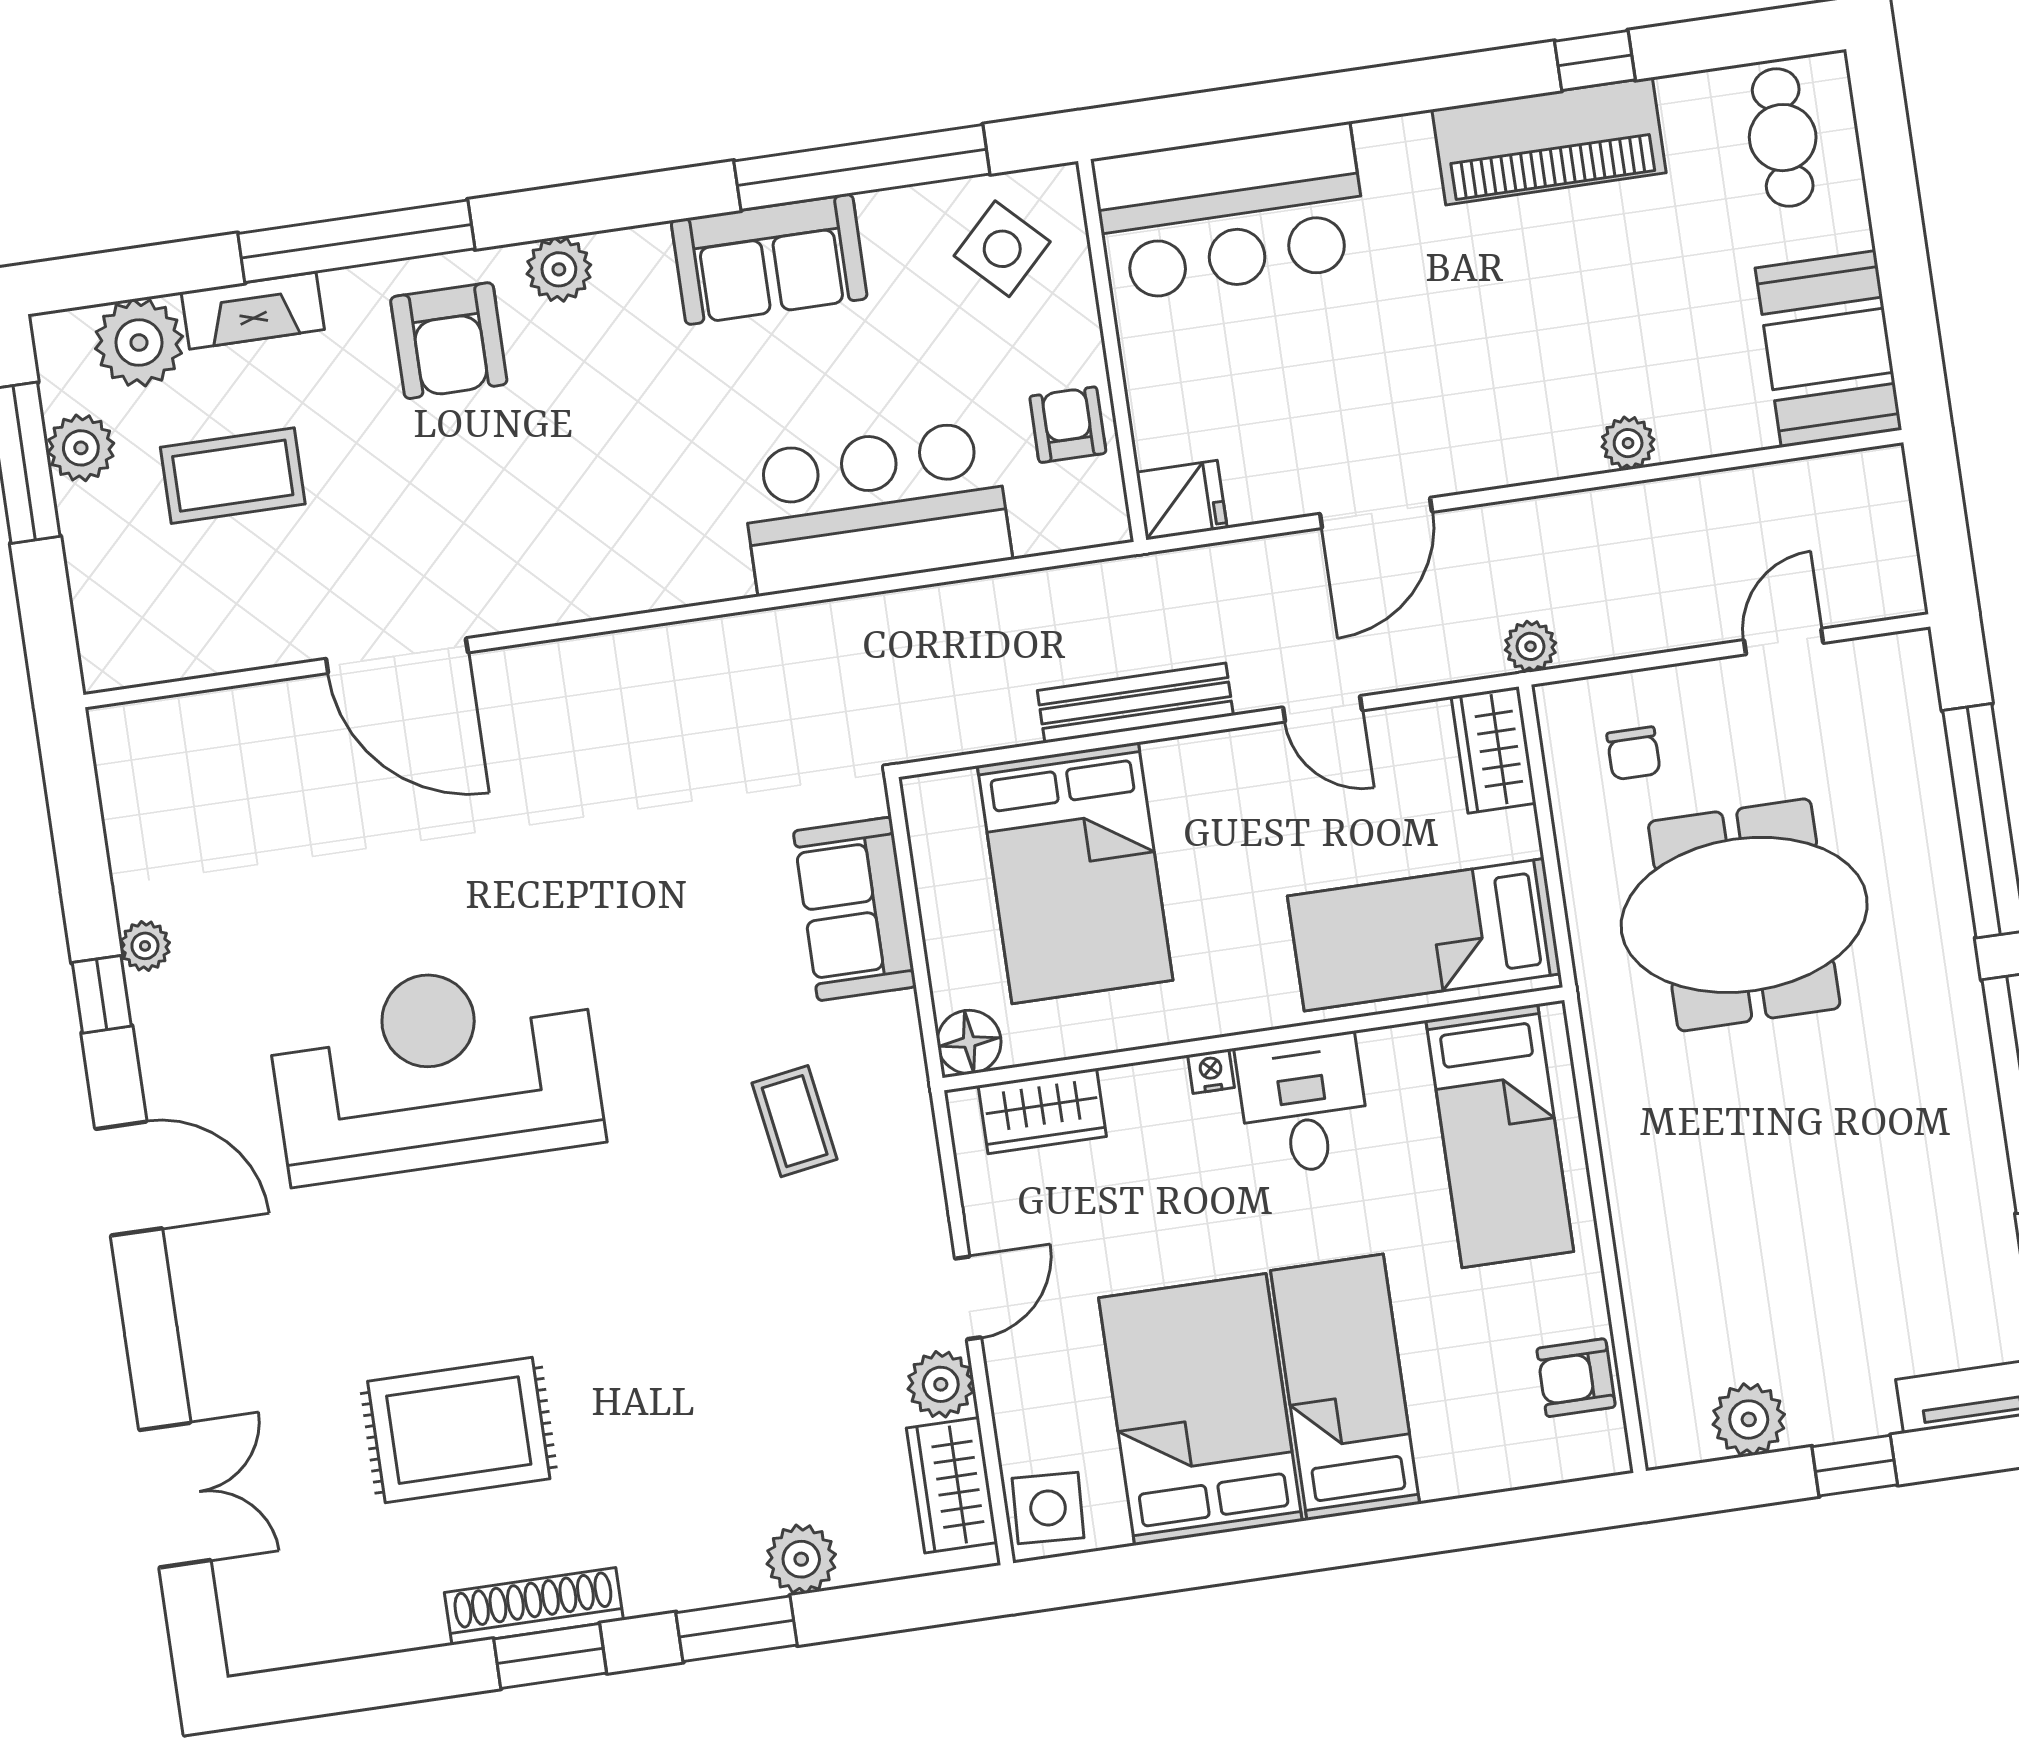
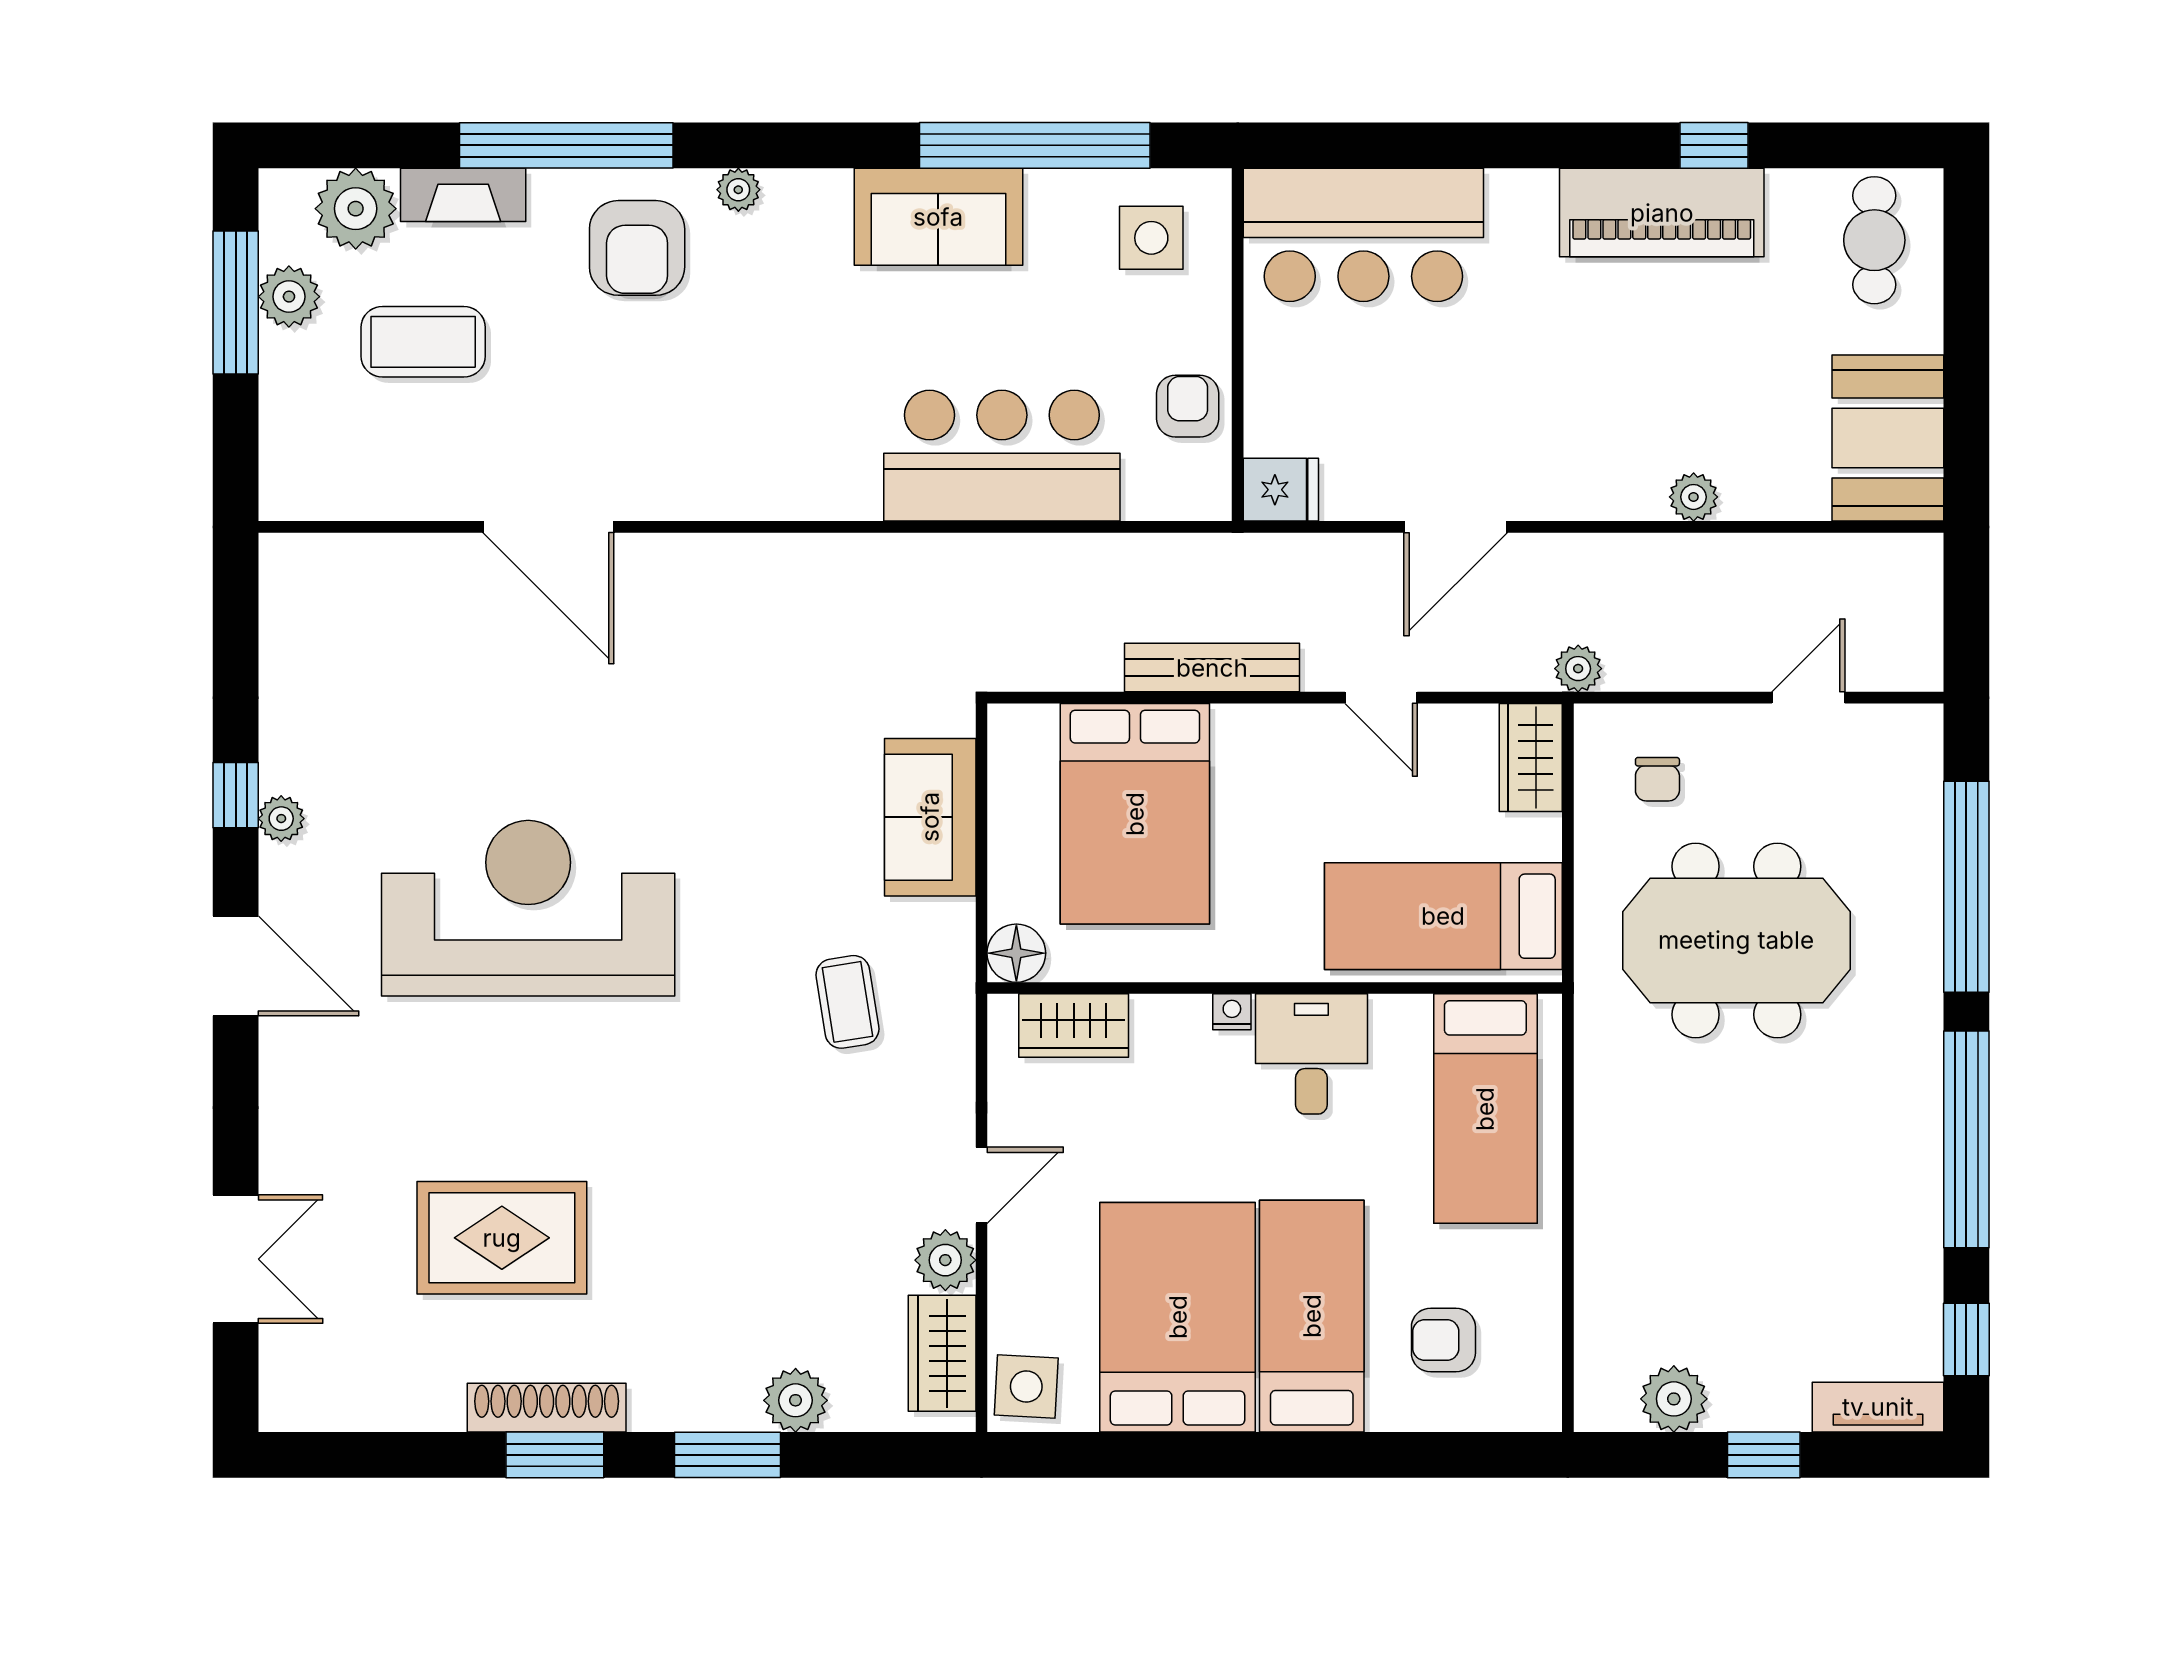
side table: (1002, 249) -> (1151, 238), turned 45
plant: (559, 269) -> (738, 190), width x0.73, depth x0.73
plant: (145, 946) -> (281, 819), moved
armchair: (1576, 1378) -> (1443, 1340), moved

